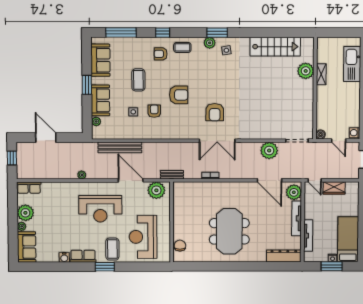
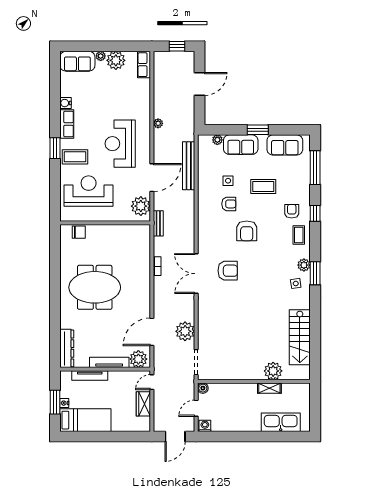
armchair: (215, 112) -> (228, 271), turned 180

